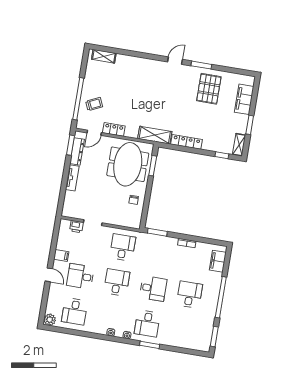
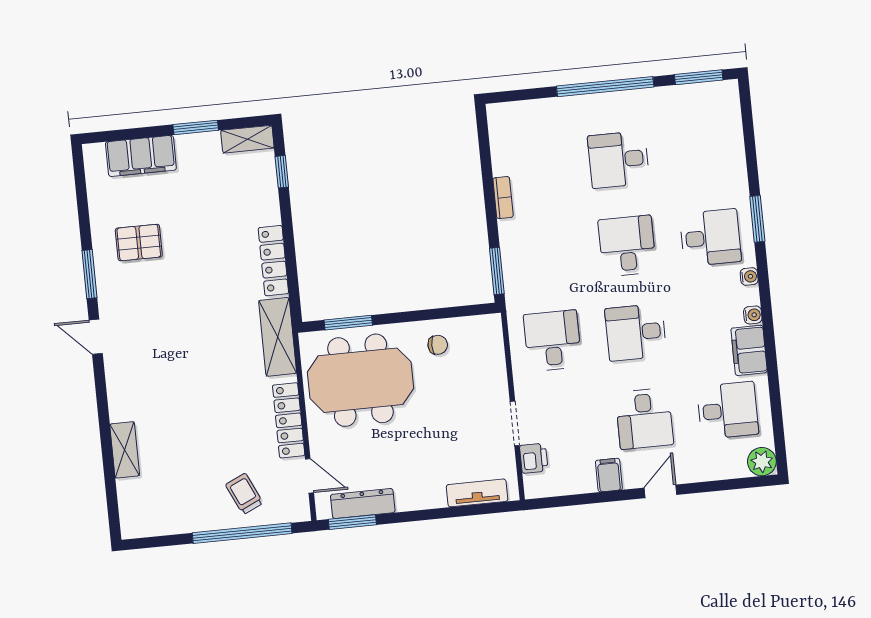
shelving: (104, 56) -> (125, 450), moved
pallet: (209, 89) -> (139, 243), width x0.67, depth x0.71
locker: (114, 129) -> (289, 420), width x1.53
tv unit: (72, 178) -> (477, 493), moved
desk: (123, 247) -> (553, 341), turned 90
filing cabinet: (218, 261) -> (749, 350), moved, turned 90

